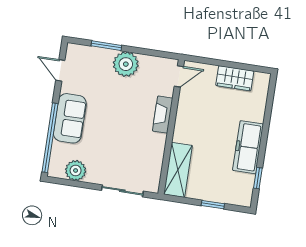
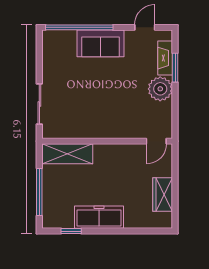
door: (179, 76) -> (156, 141), hinge flipped
fireplace: (163, 115) -> (165, 58), moved, turned -90
plant: (76, 170) -> (52, 57), removed
window: (213, 205) -> (39, 192), width x2.17

